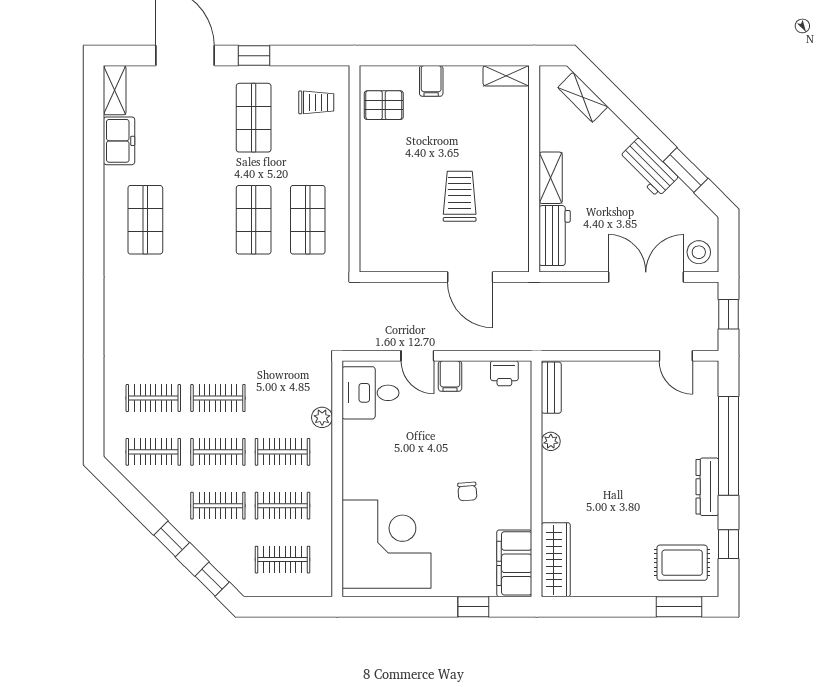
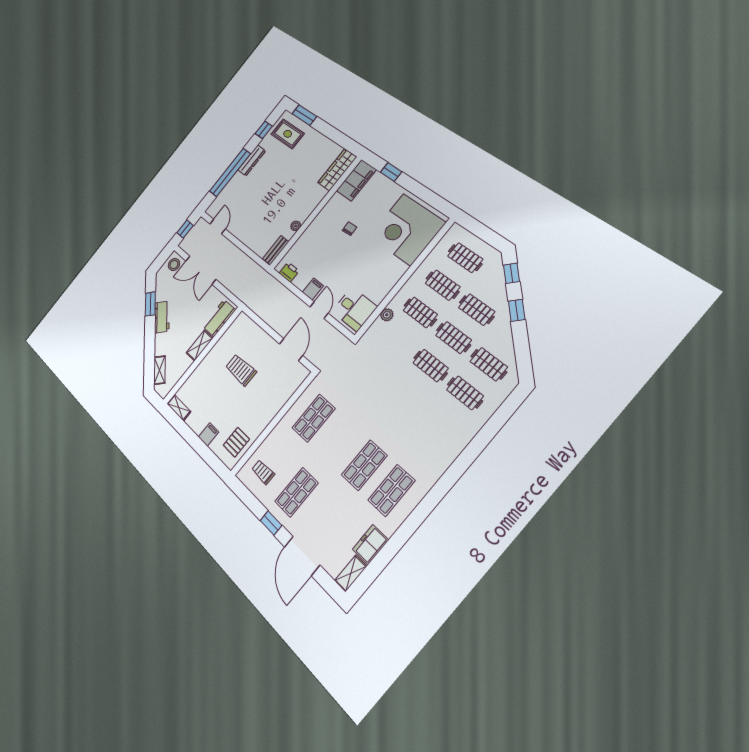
pallet: (384, 105) -> (236, 442), turned 90
trolley: (460, 196) -> (241, 370), turned 90
shop shelf: (254, 220) -> (364, 465), moved
door: (470, 277) -> (291, 350), moved

